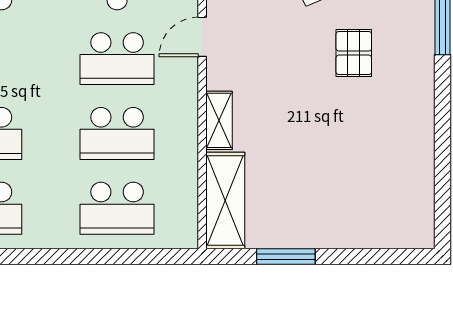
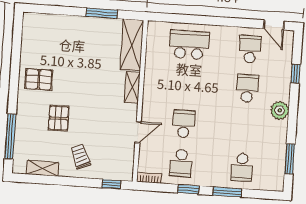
school desk: (117, 59) -> (184, 124), width x0.54
pallet: (396, 124) -> (39, 79), added
school desk: (117, 133) -> (186, 84), removed

